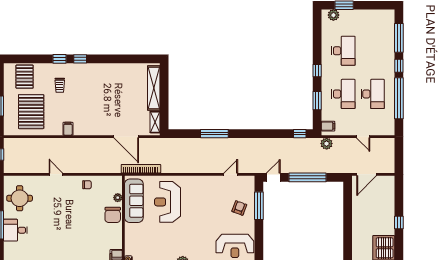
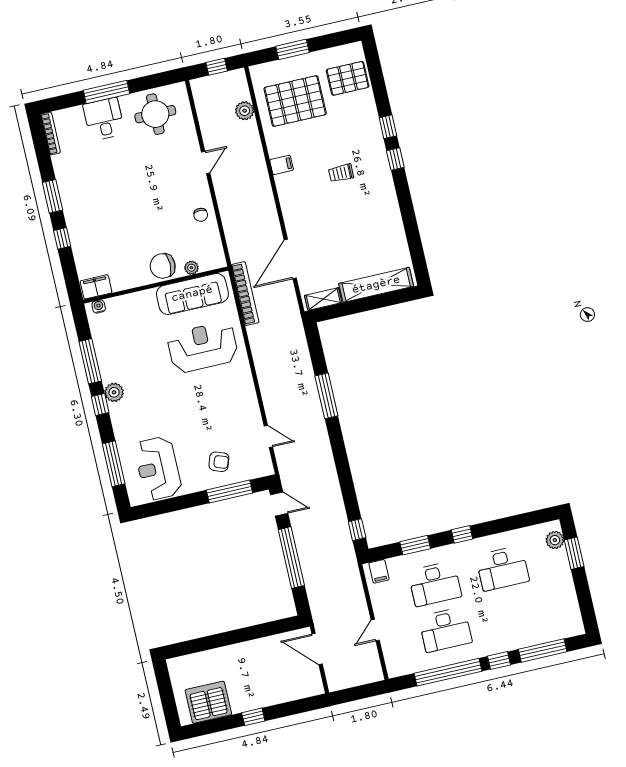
trolley: (60, 85) -> (341, 173), moved
plant: (327, 144) -> (245, 111), moved

